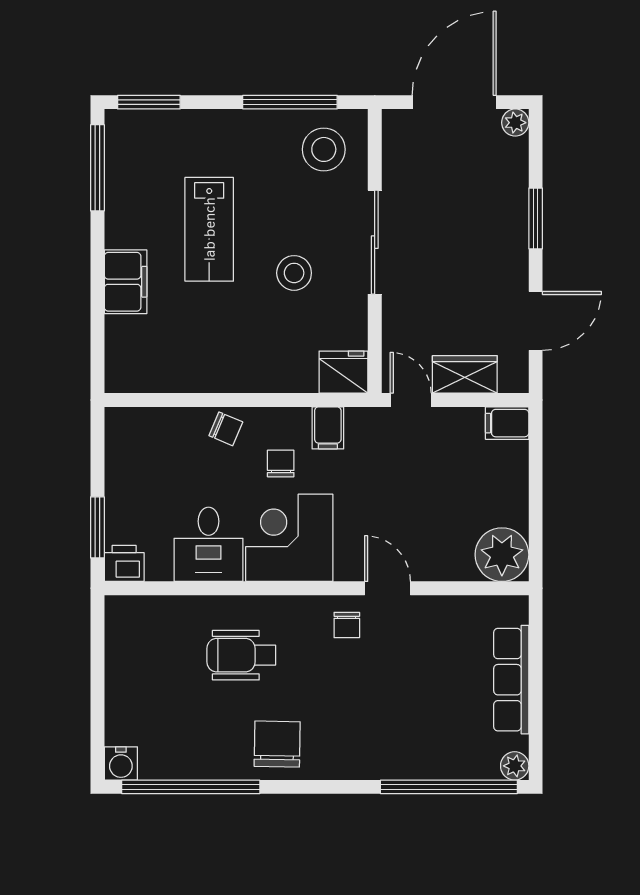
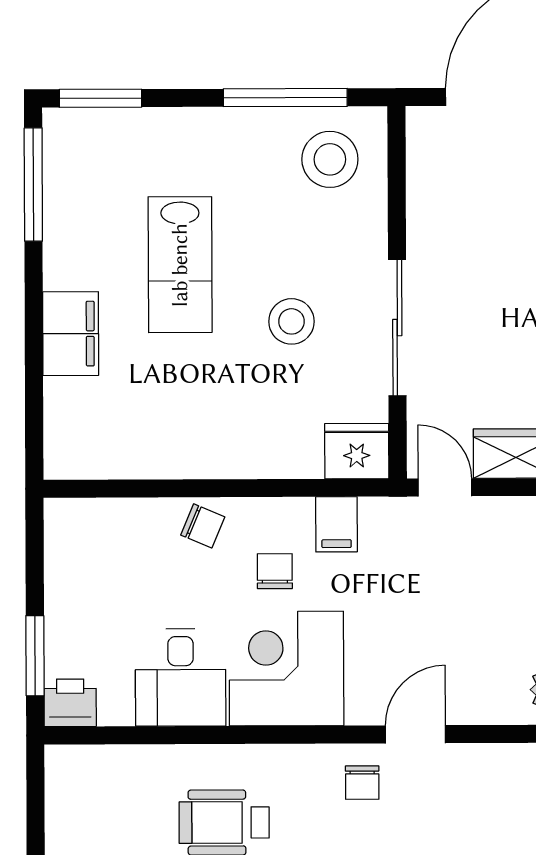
sliding door: (375, 242) -> (397, 328), moved
door: (387, 588) -> (415, 734), hinge flipped

